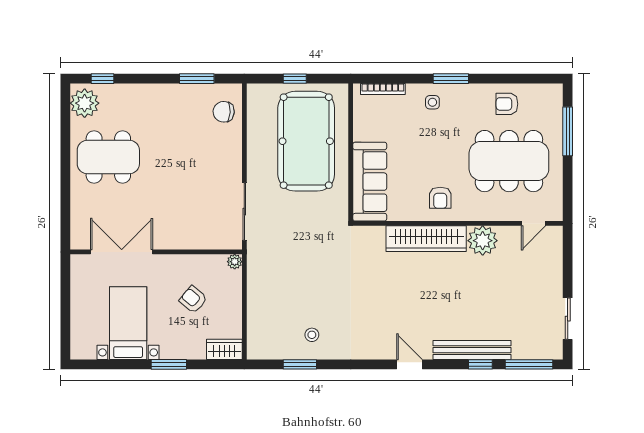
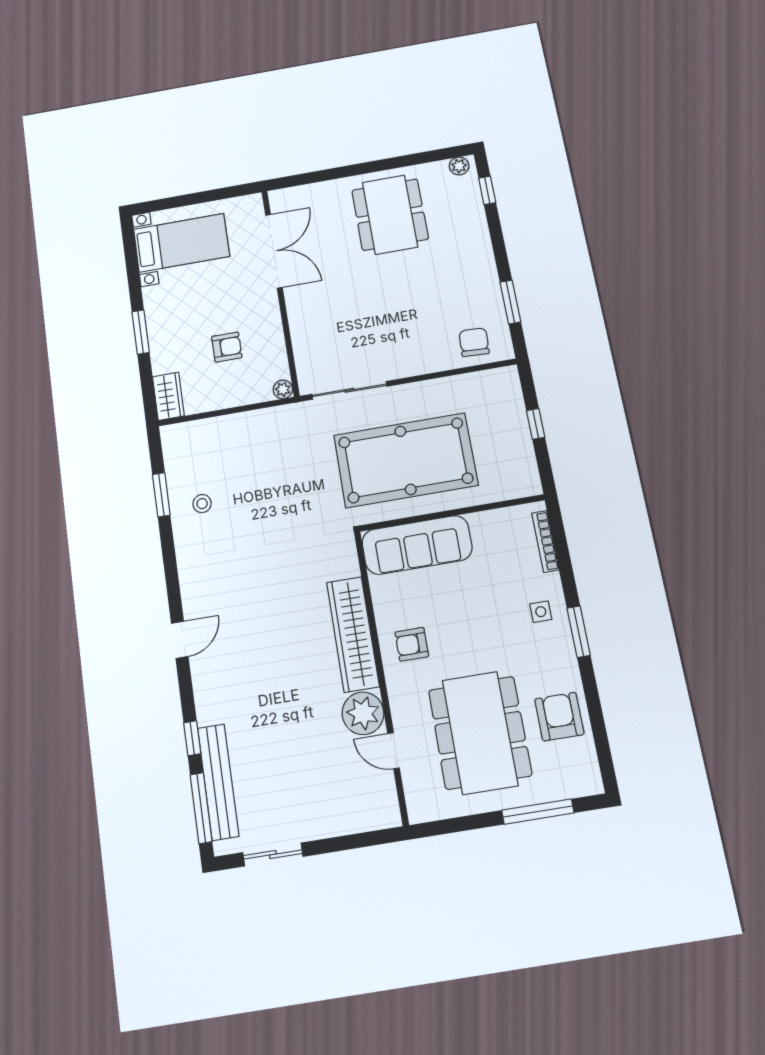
plant: (85, 103) -> (459, 166), width x0.53, depth x0.53
armchair: (507, 104) -> (559, 717), width x1.38, depth x1.38
pool table: (306, 141) -> (406, 460), moved
door: (533, 223) -> (394, 751), moved
armchair: (193, 299) -> (227, 347), turned 50
bed with nightstands: (128, 323) -> (181, 243), moved
bench: (472, 350) -> (218, 782), moved

